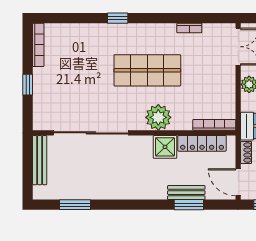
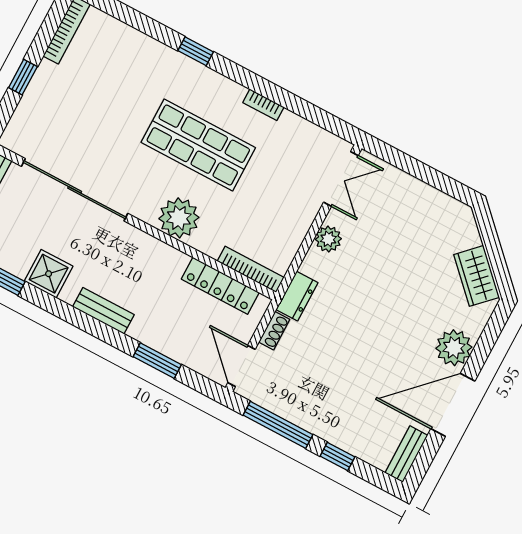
bookcase: (189, 28) -> (263, 105), moved
shower: (165, 147) -> (49, 274), moved
bench: (186, 193) -> (103, 311), moved

